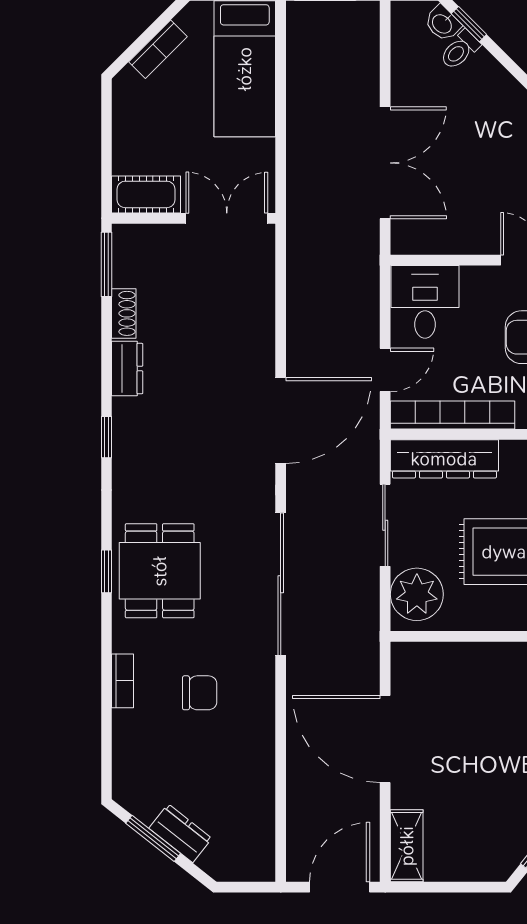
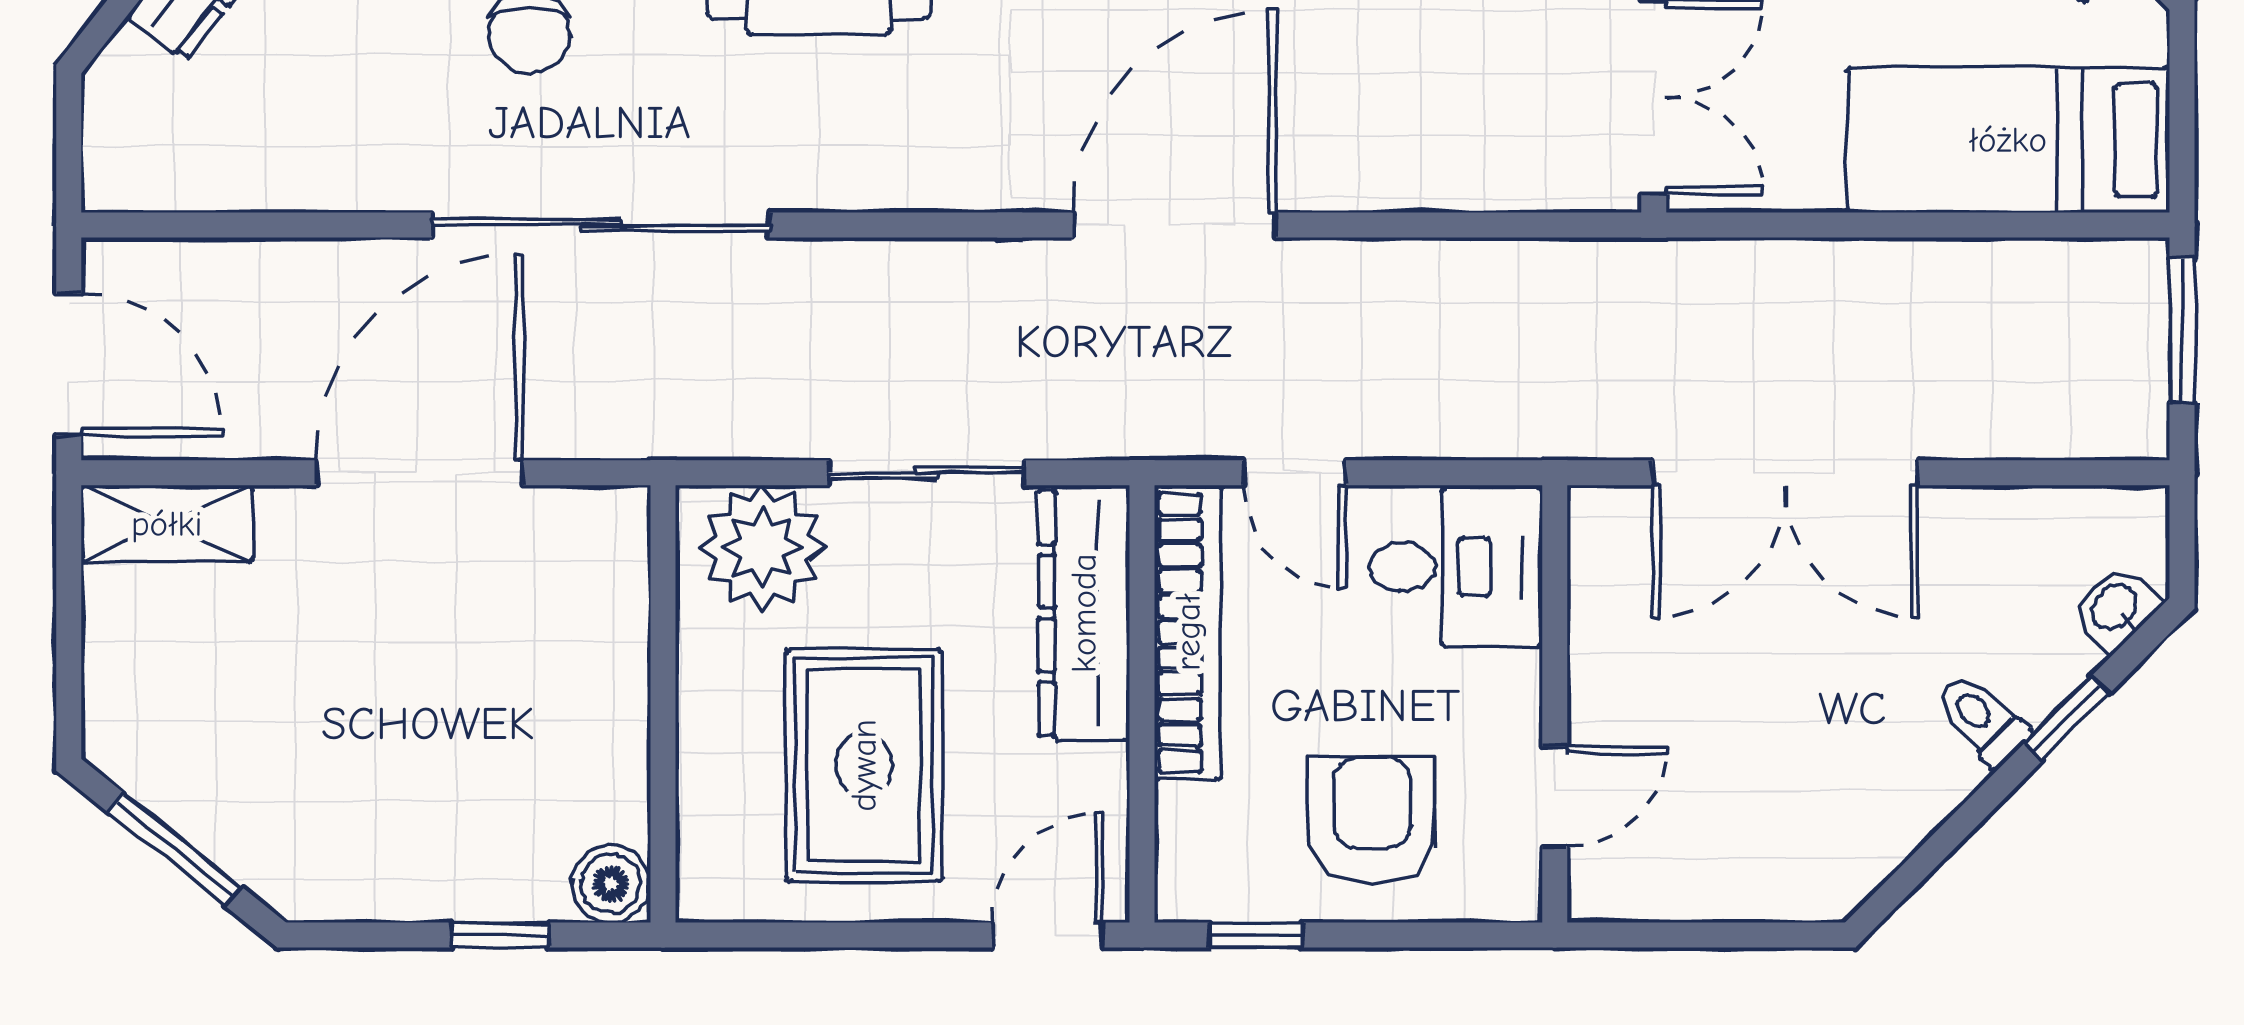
window: (469, 24) -> (2067, 719), moved
toilet: (460, 50) -> (1982, 720), moved
door: (281, 420) -> (1175, 225), swing flipped
sliding door: (281, 584) -> (601, 225), moved

